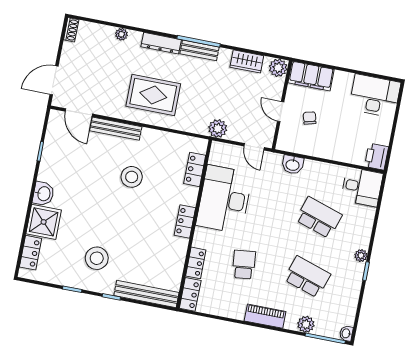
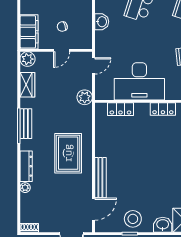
dresser: (161, 43) -> (26, 166), moved
washbasin: (293, 165) -> (102, 22), moved
stool: (132, 177) -> (133, 219), moved

